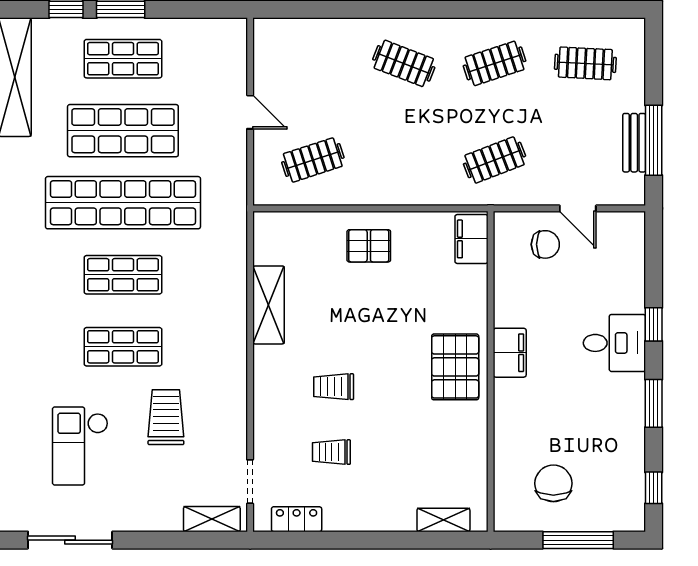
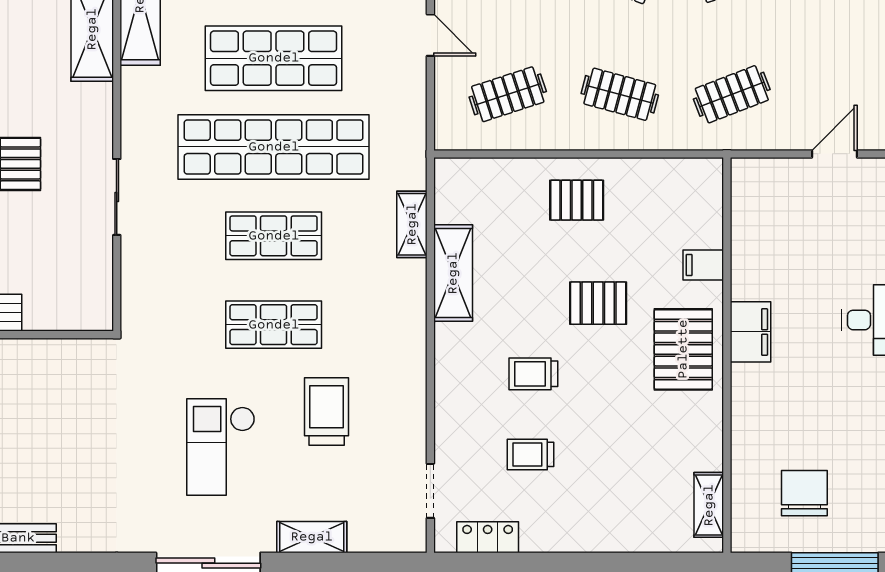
clothes rail: (404, 160) -> (620, 94), added
door: (578, 208) -> (834, 154), swing flipped
filing cabinet: (471, 239) -> (703, 265), moved, width x0.50
chair: (545, 244) -> (794, 198), removed
shelving: (235, 265) -> (412, 224), added
pallet: (386, 329) -> (598, 303), added
shelving: (212, 519) -> (312, 537), moved
shelving: (443, 520) -> (709, 505), moved, turned 90

